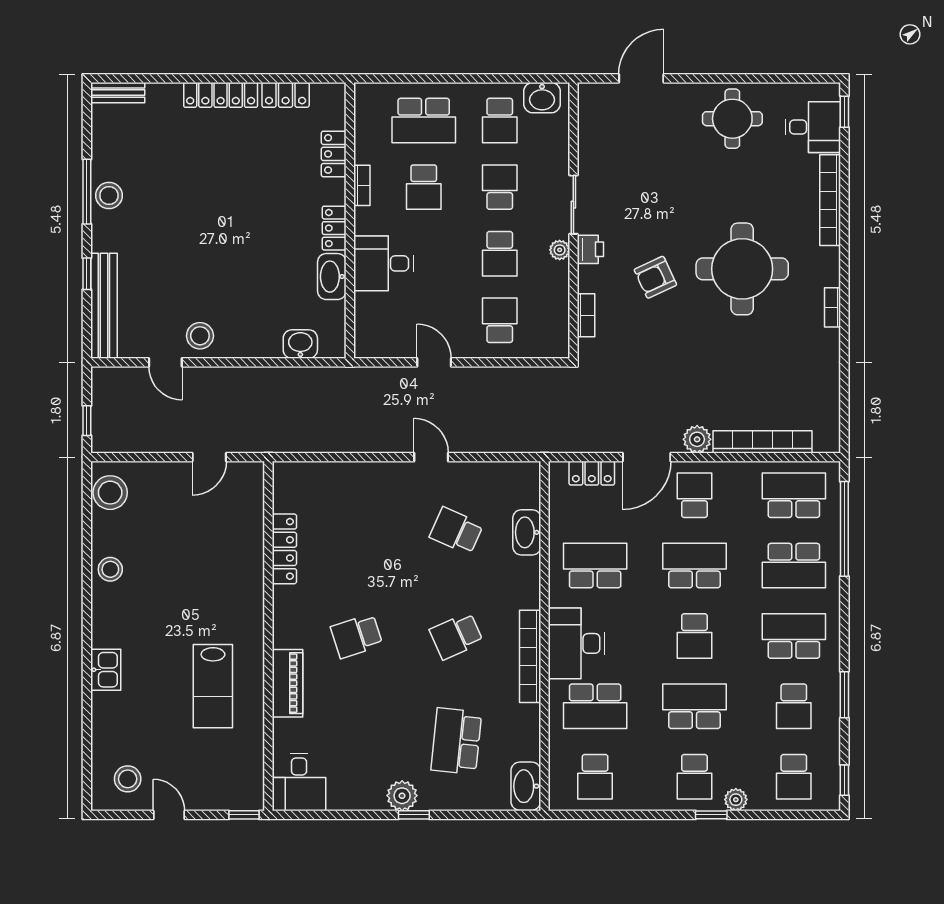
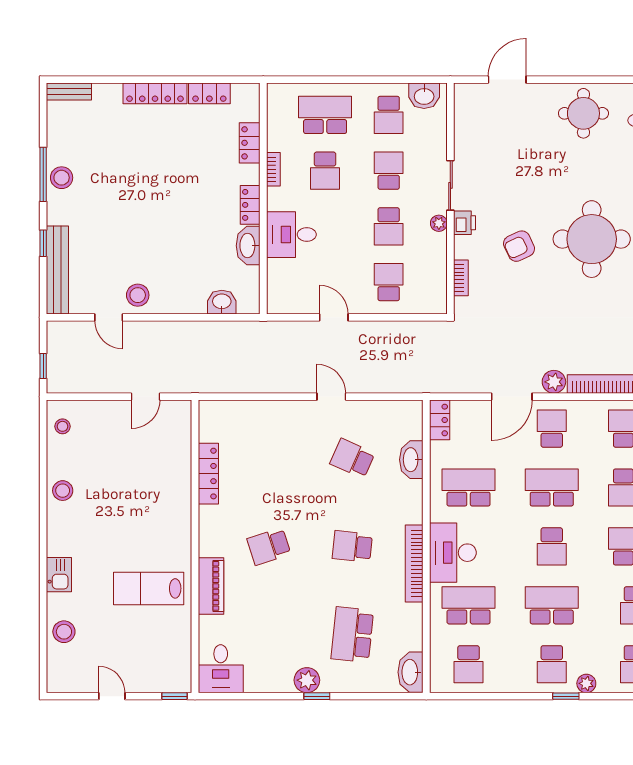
school desk: (424, 121) -> (325, 115), turned 180
locker: (592, 473) -> (440, 420), moved, turned -90
stool: (110, 493) -> (63, 426), width x0.53, depth x0.53
school desk: (456, 636) -> (352, 546), turned 30
lab bench: (213, 686) -> (149, 588), turned 90
school desk: (595, 706) -> (469, 605), turned 180
stool: (128, 779) -> (64, 632), moved

